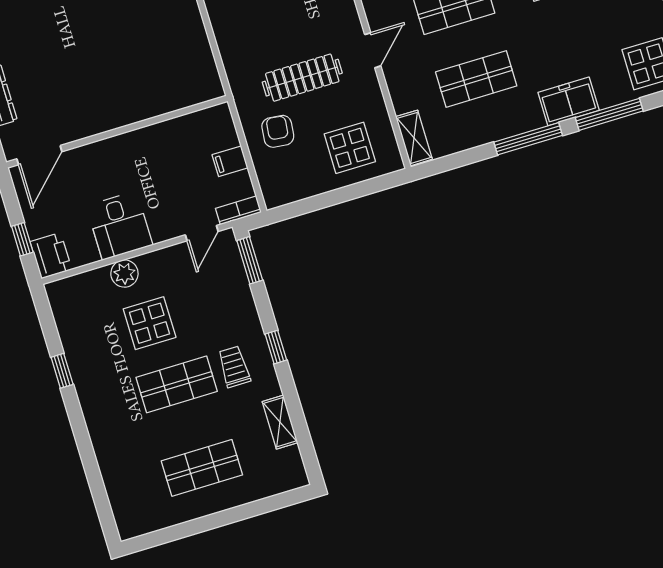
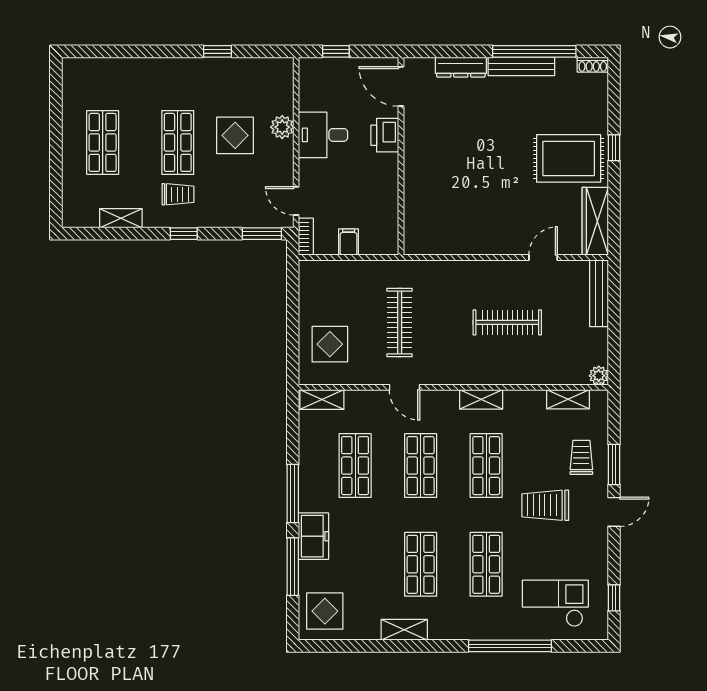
armchair: (278, 131) -> (361, 289), removed
printer: (51, 256) -> (385, 135), moved, turned 90

